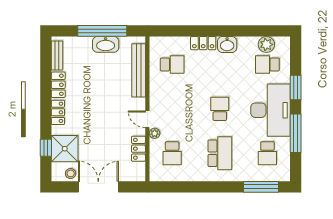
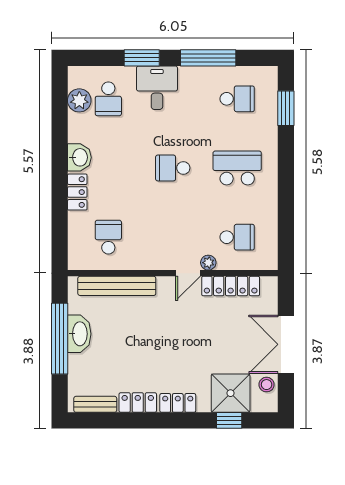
desk: (271, 110) -> (157, 88), width x0.53, depth x0.77
locker: (138, 149) -> (231, 286), width x1.53
window: (261, 187) -> (286, 108), width x0.69

